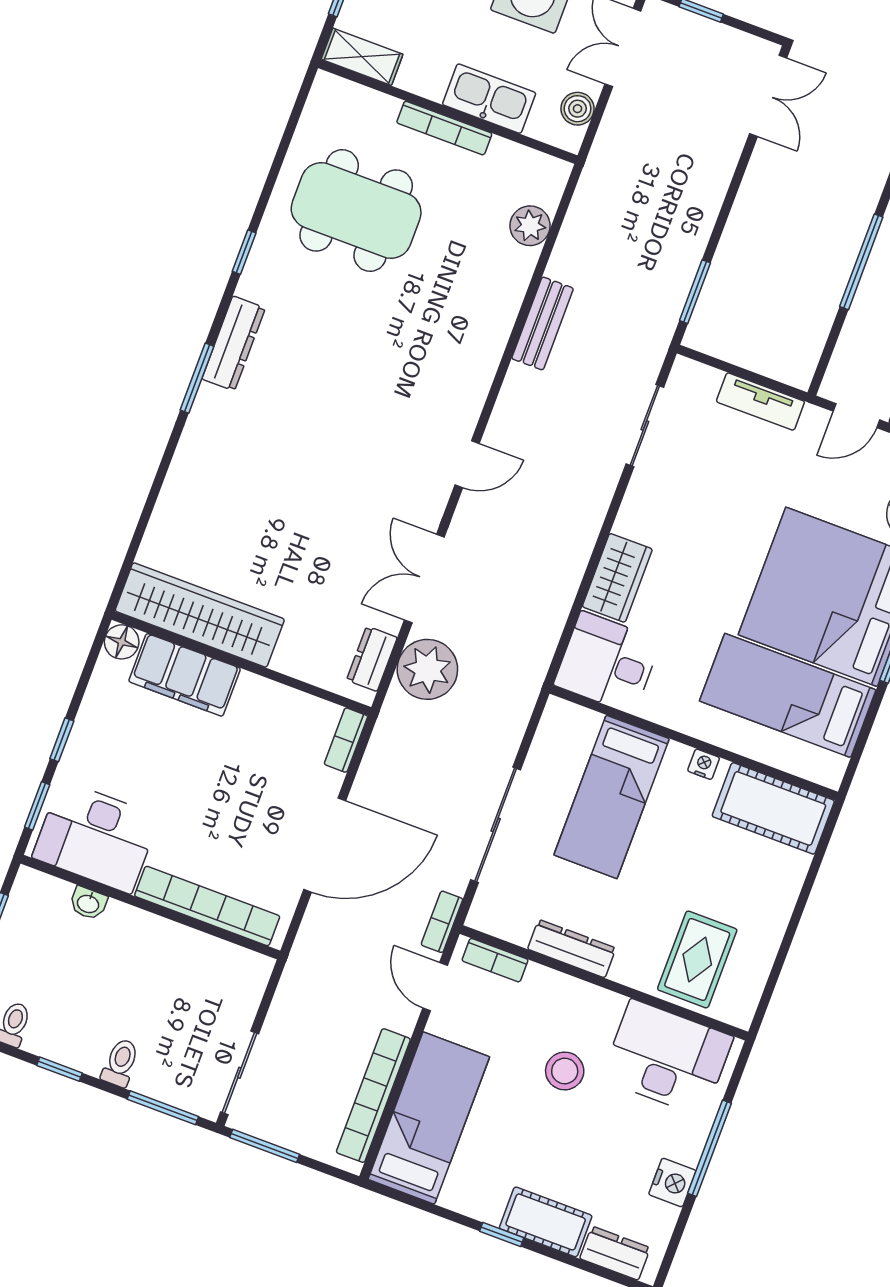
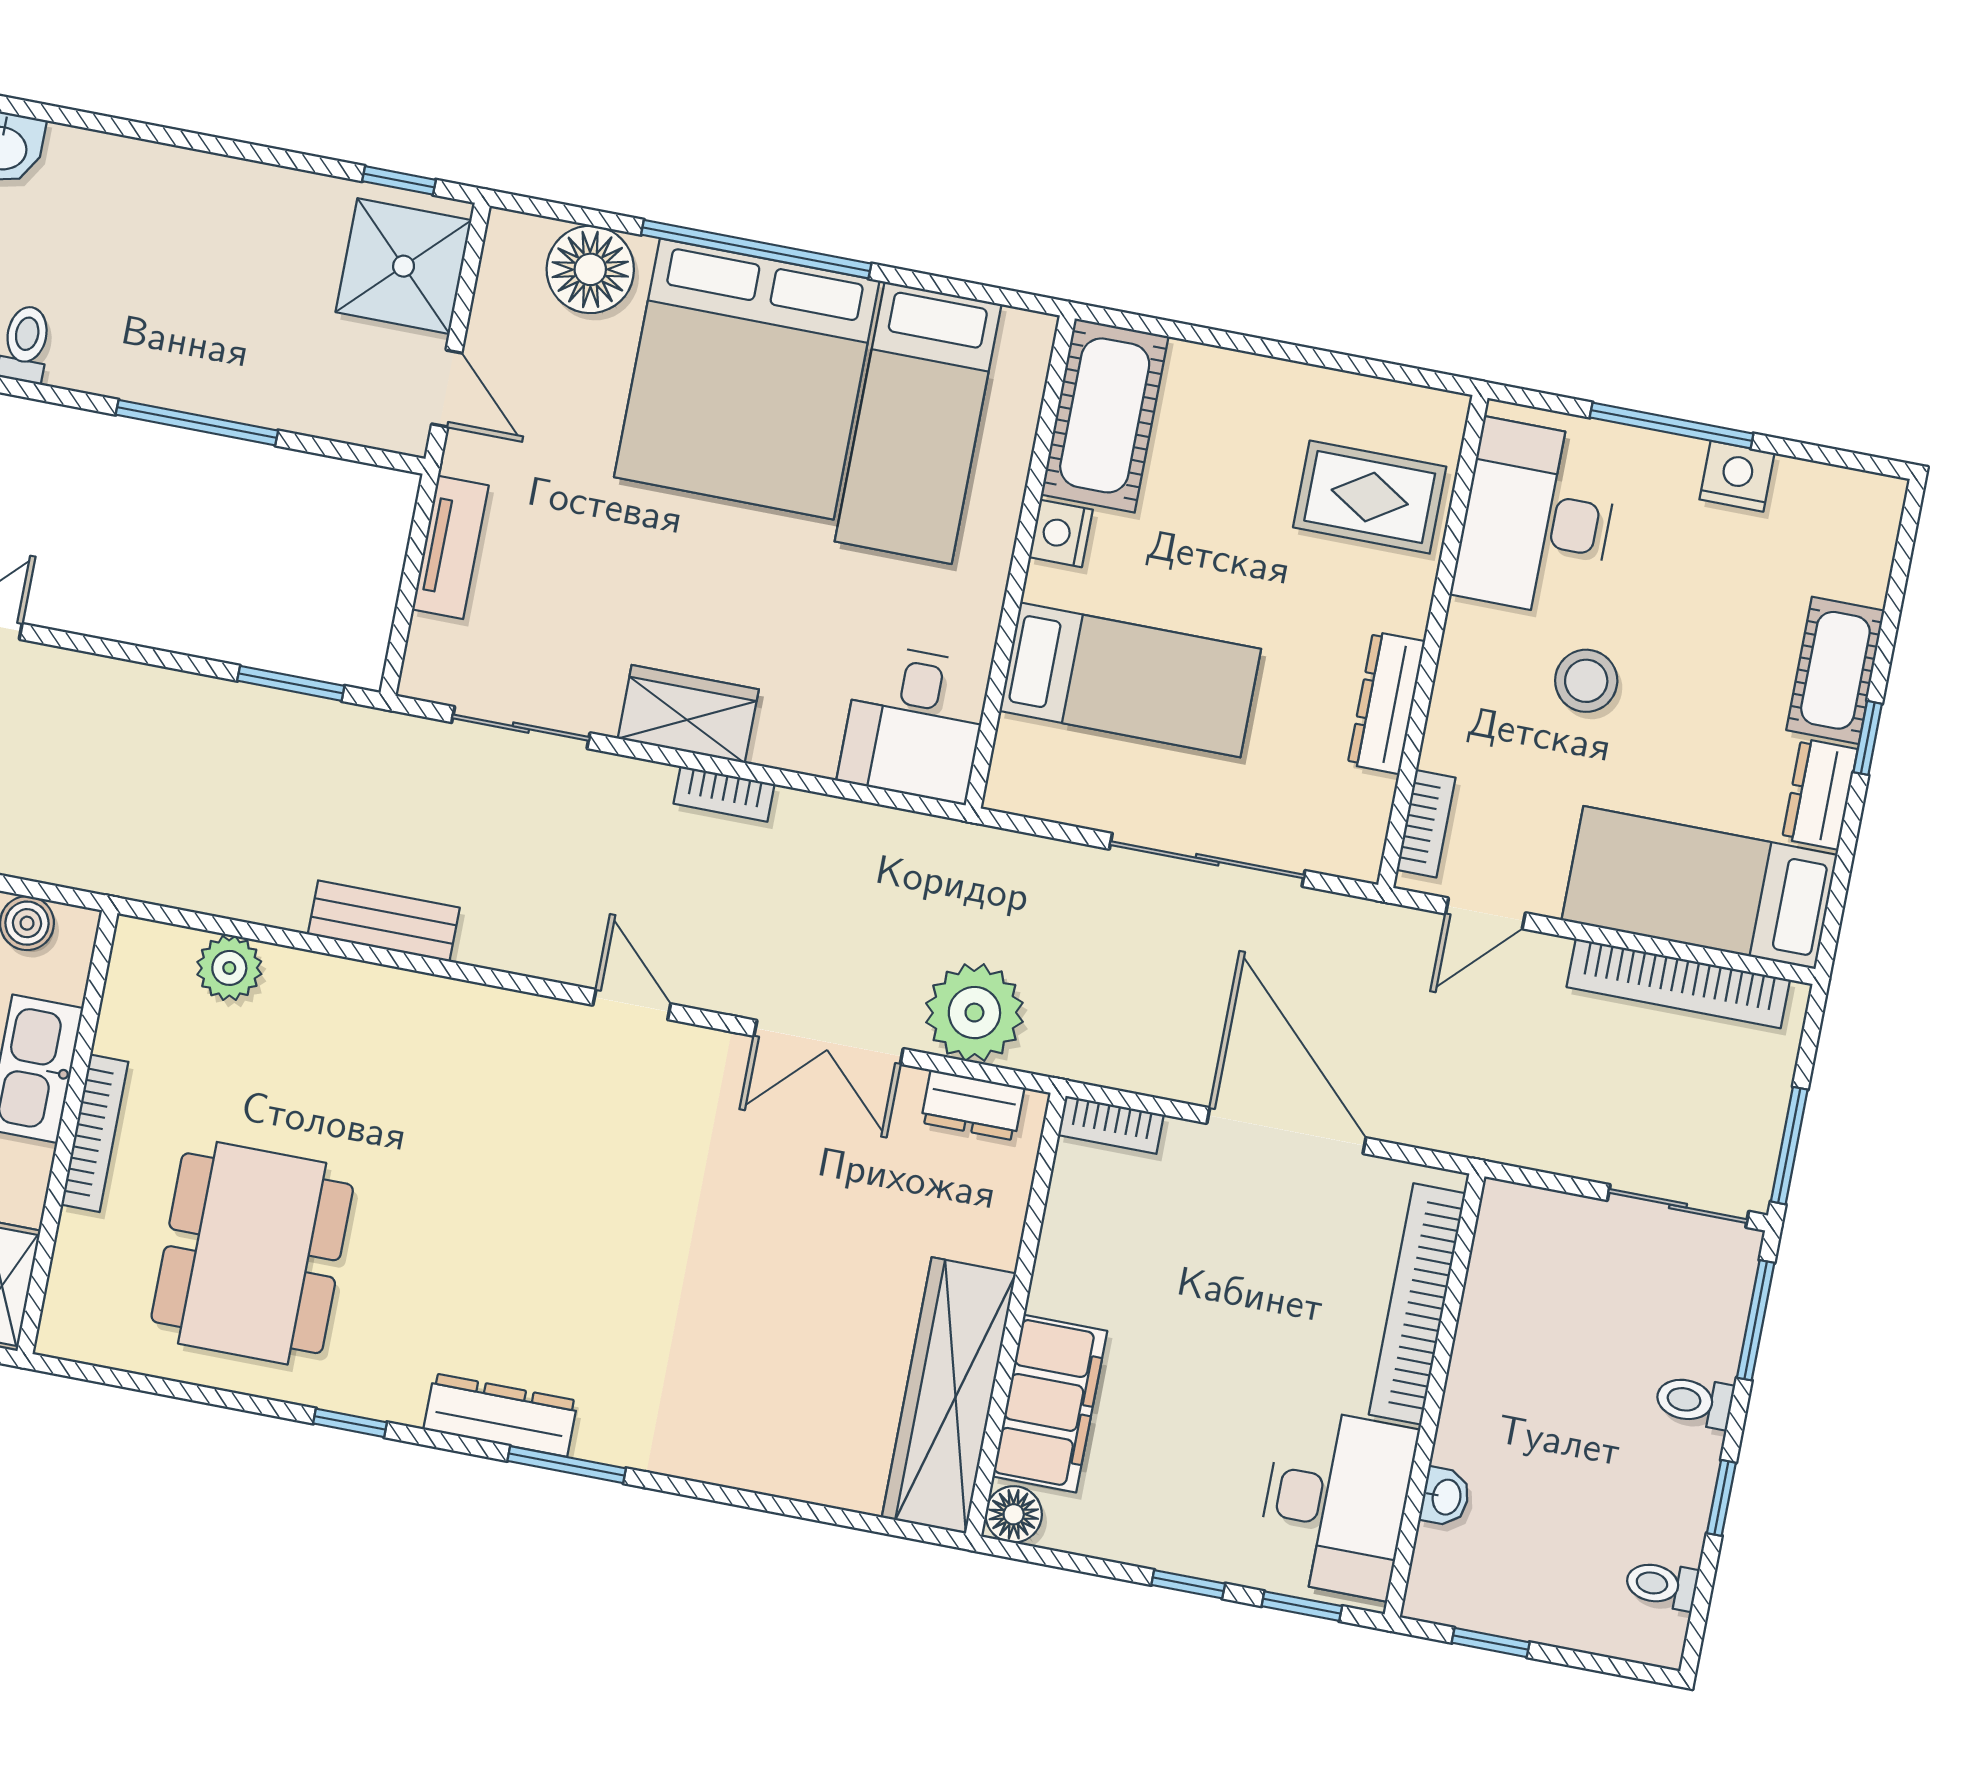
wardrobe: (617, 578) -> (688, 714), moved
nightstand: (704, 764) -> (1061, 533), width x1.39, depth x1.35
bookcase: (442, 922) -> (724, 794), moved
dresser: (615, 1253) -> (1820, 794), moved

